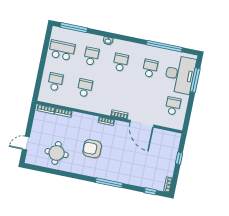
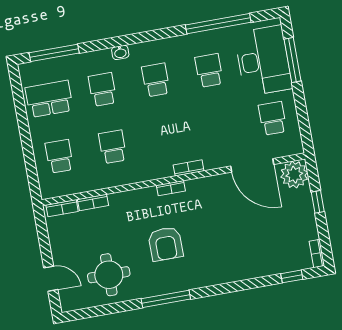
door: (142, 124) -> (252, 165), moved
plant: (173, 139) -> (294, 175), added
door: (26, 143) -> (51, 279), swing flipped
armchair: (92, 149) -> (166, 244), turned -90
window: (109, 183) -> (166, 299), moved

